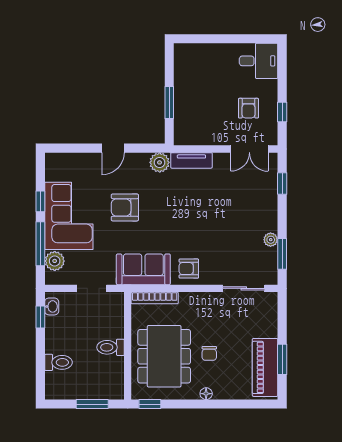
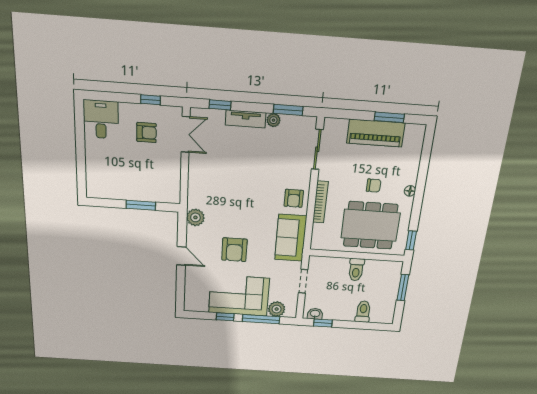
tv unit: (191, 160) -> (246, 119), moved, turned 90
bookcase: (155, 298) -> (320, 202), moved
piano: (265, 367) -> (376, 133), moved

